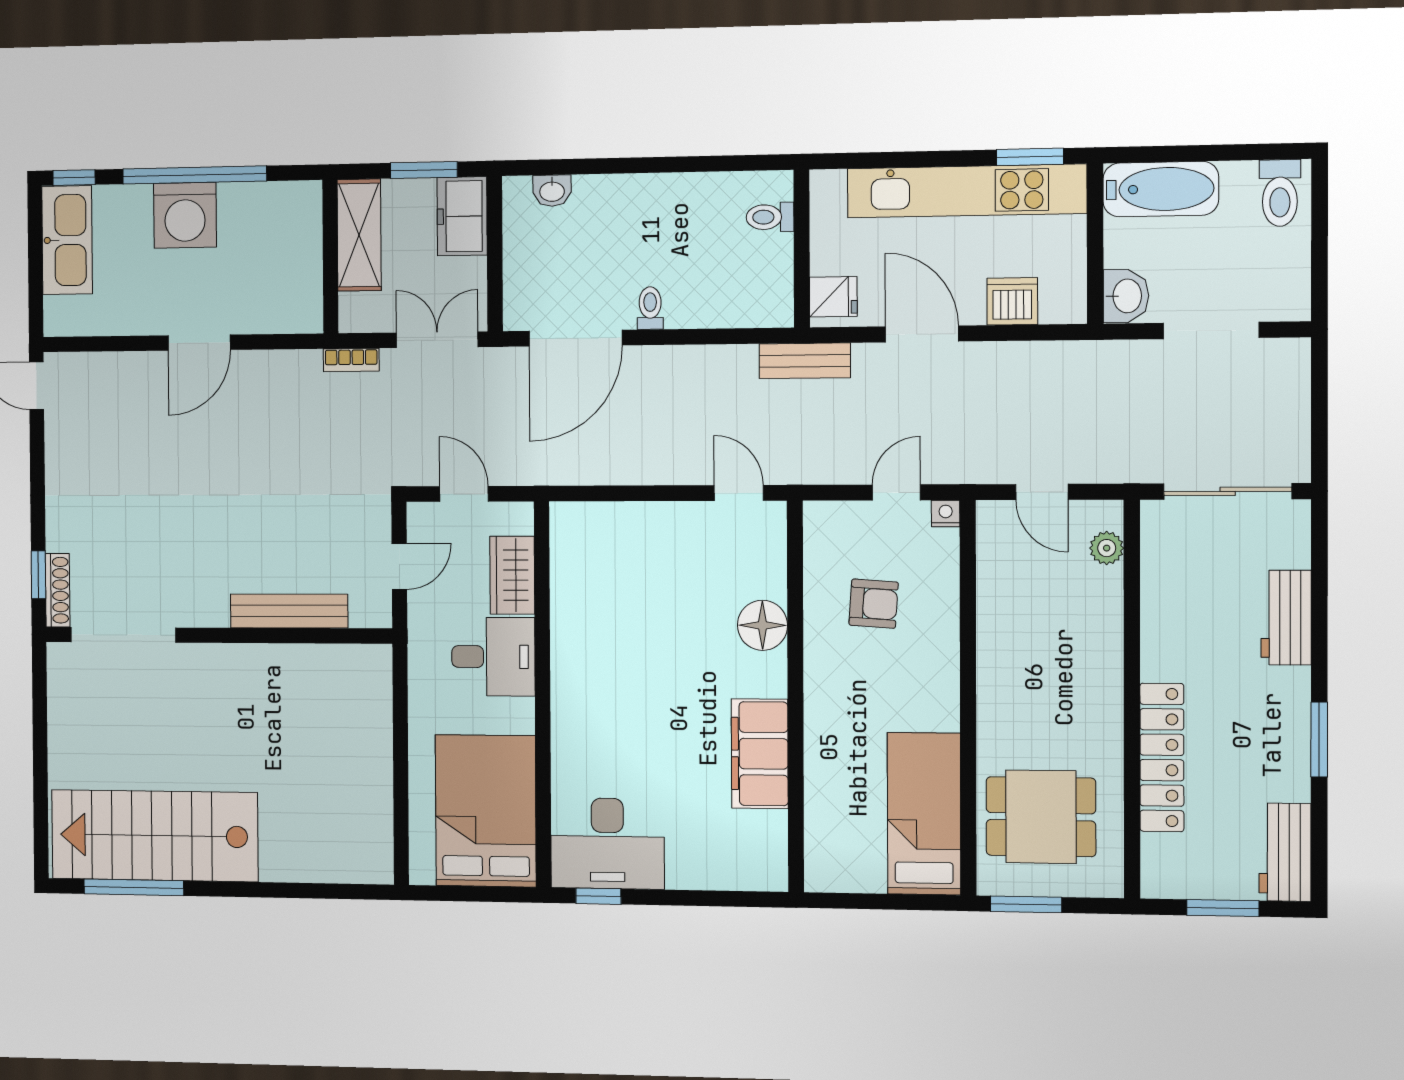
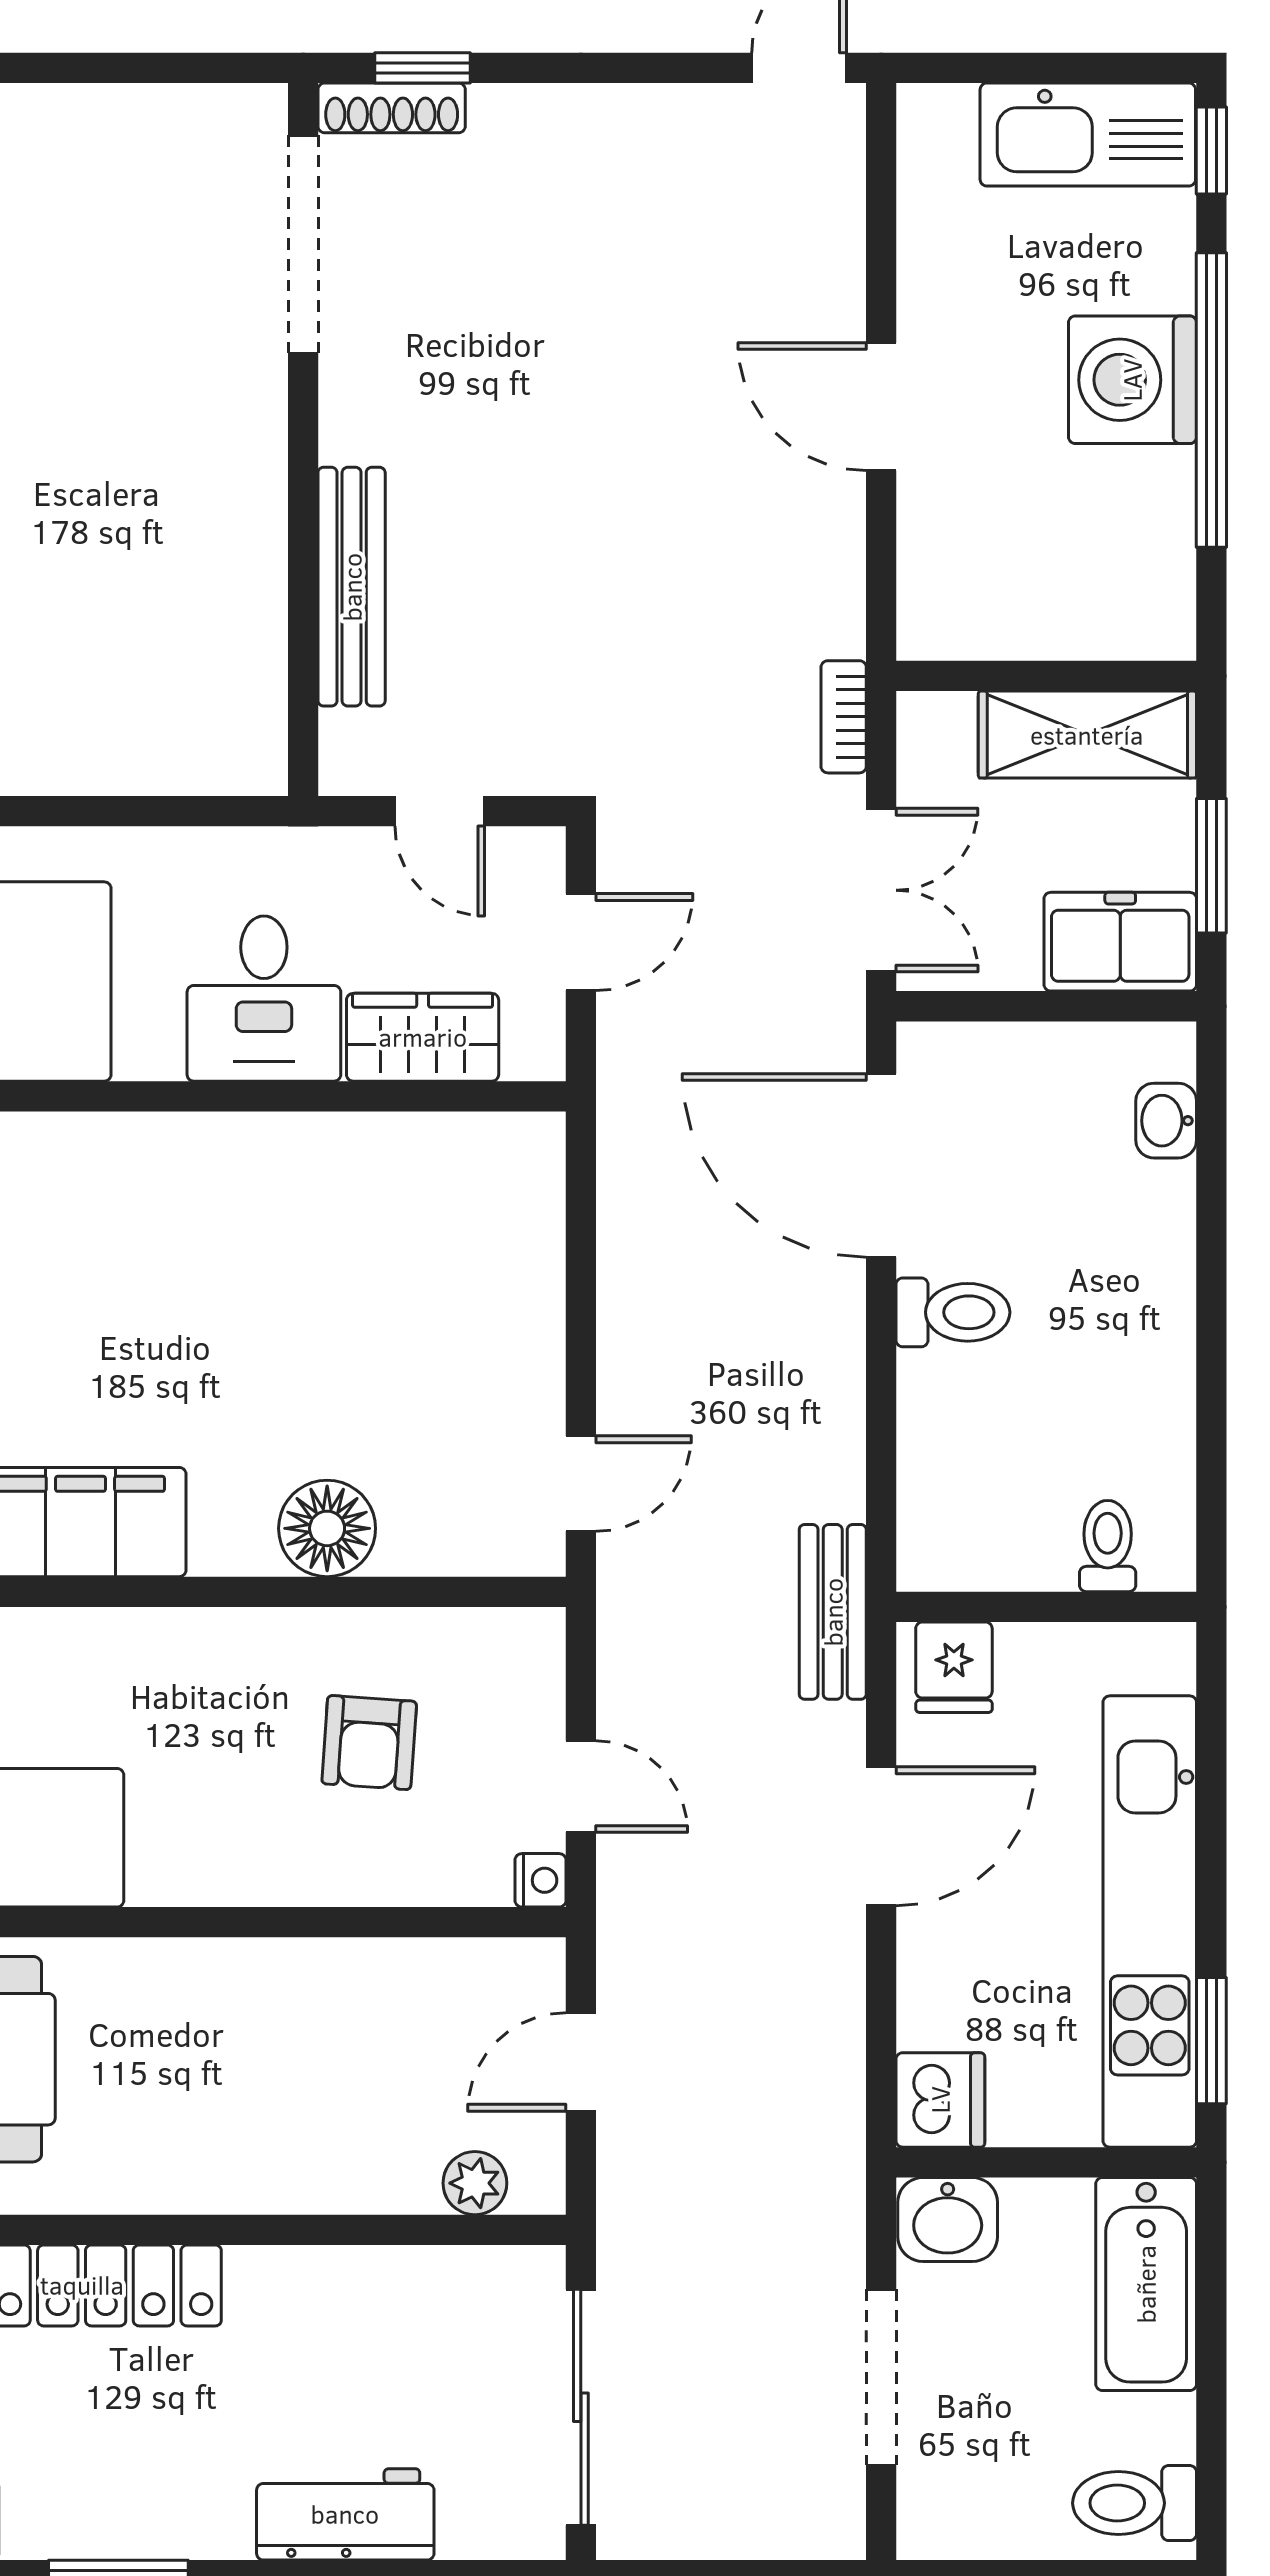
dishwasher: (1012, 301) -> (940, 2100), moved
toilet: (650, 308) -> (953, 1312), width x1.37, depth x1.39

